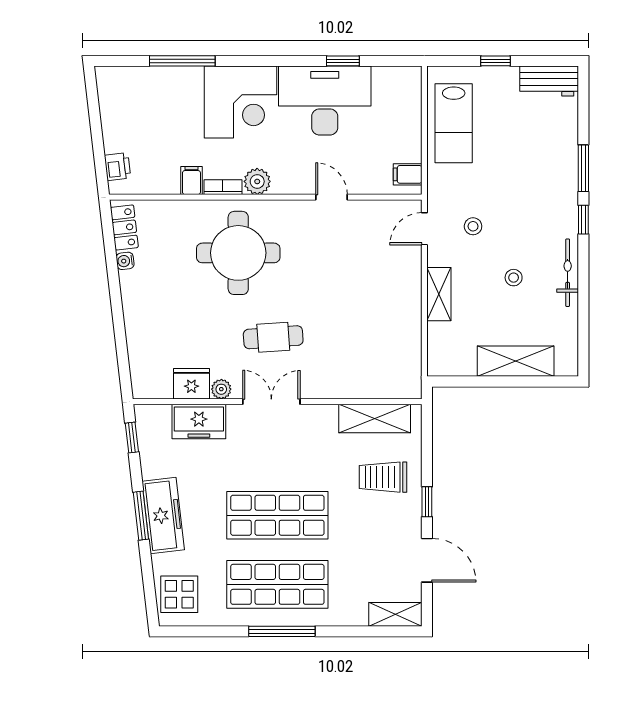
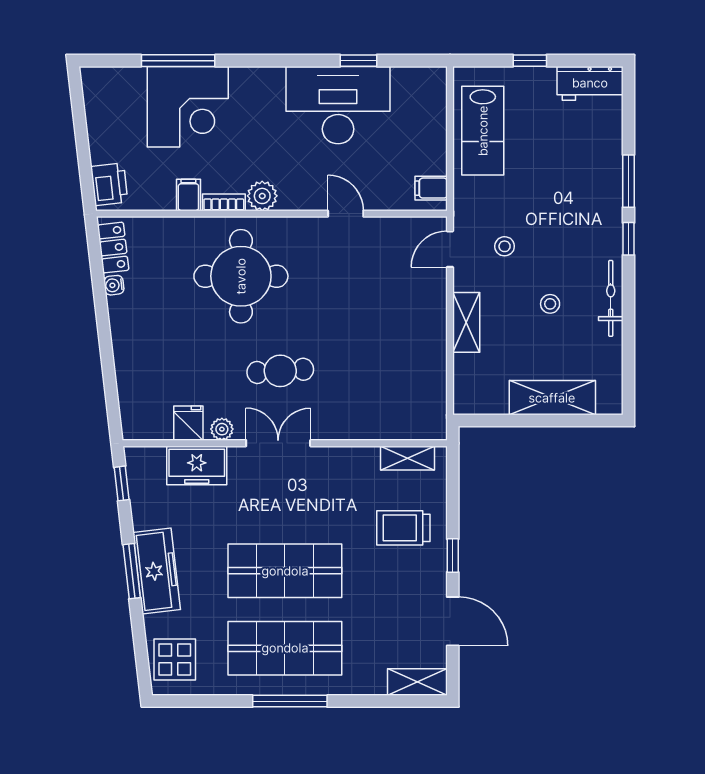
corner desk: (241, 102) -> (188, 107), moved
printer: (118, 167) -> (109, 184), width x1.36, depth x1.24
fridge: (191, 384) -> (188, 423), width x0.72
shelving: (375, 419) -> (407, 458), width x0.67, depth x0.75

